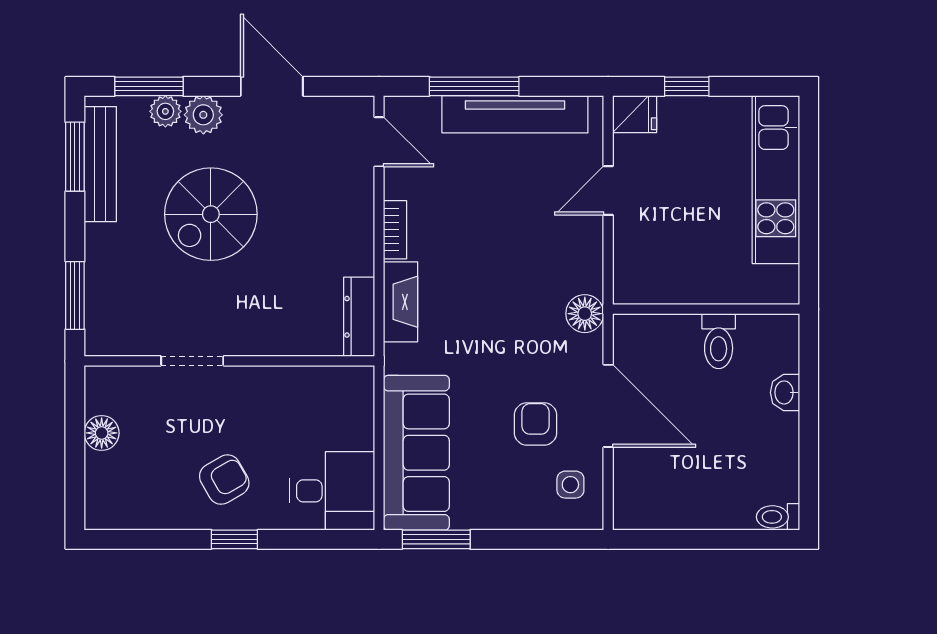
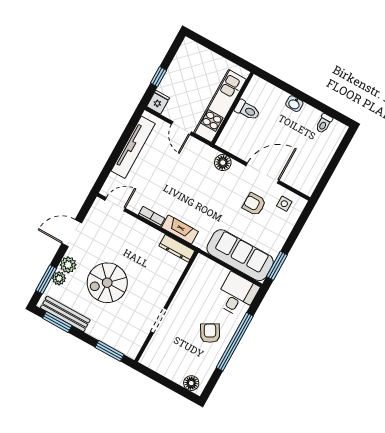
window: (474, 86) -> (114, 157), removed
kitchen unit: (776, 180) -> (220, 106), moved, turned 90
spiral stairs: (211, 214) -> (107, 283), turned 90
wall: (706, 309) -> (233, 108), moved
toilet: (719, 341) -> (247, 110), moved
floor lamp: (102, 433) -> (191, 383), moved
toilet: (778, 517) -> (324, 123), moved
window: (234, 539) -> (235, 342), width x3.17

